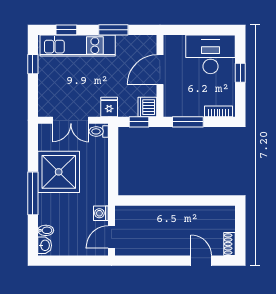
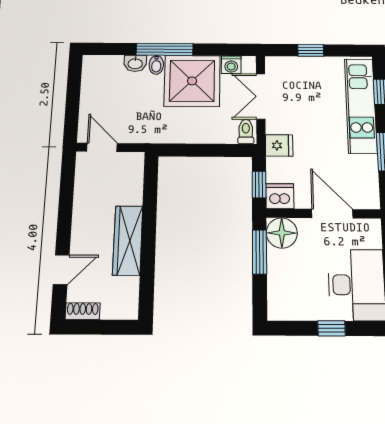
window: (33, 64) -> (311, 50), moved
floor lamp: (174, 106) -> (282, 233), added
bookcase: (218, 111) -> (275, 296), removed
washing machine: (101, 213) -> (231, 65), moved, turned 180
wardrobe: (180, 215) -> (128, 240), added
bidet: (46, 230) -> (156, 65), moved
washbasin: (45, 245) -> (135, 63), moved

